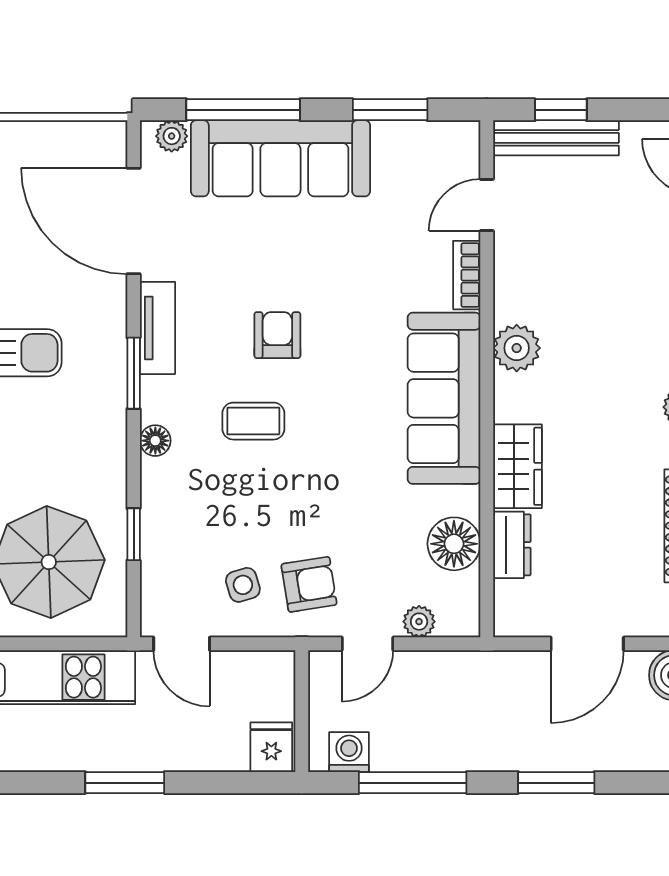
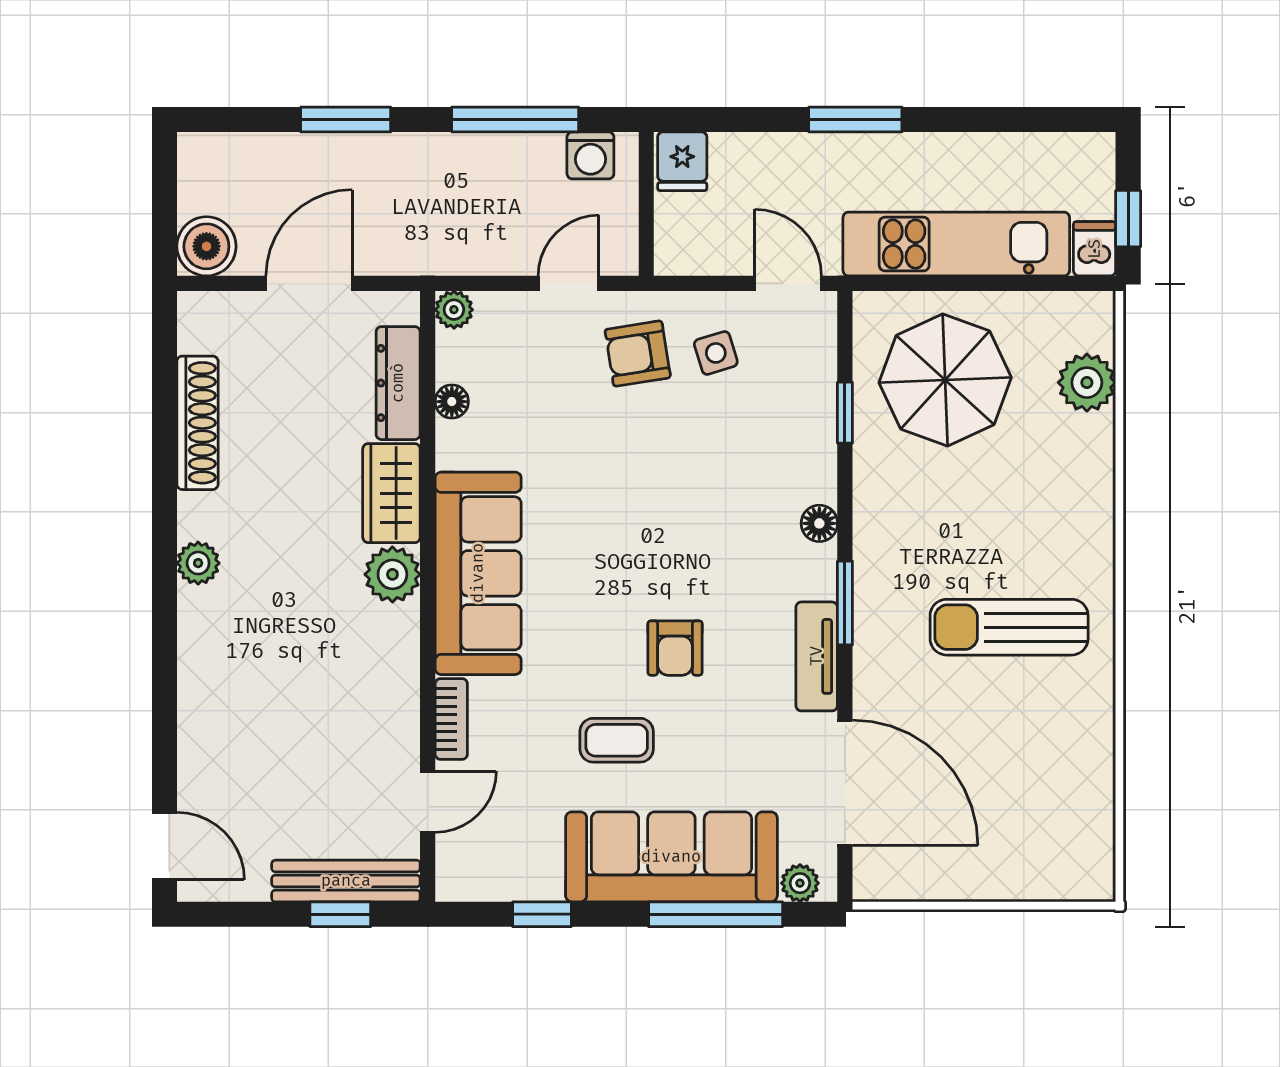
window: (390, 110) -> (542, 914), width x0.67
plant: (517, 348) -> (392, 574), moved
coffee table: (253, 421) -> (617, 740), moved
floor lamp: (454, 544) -> (452, 402), width x0.53, depth x0.53
dresser: (512, 545) -> (398, 383), width x1.44
plant: (419, 622) -> (454, 310), moved

